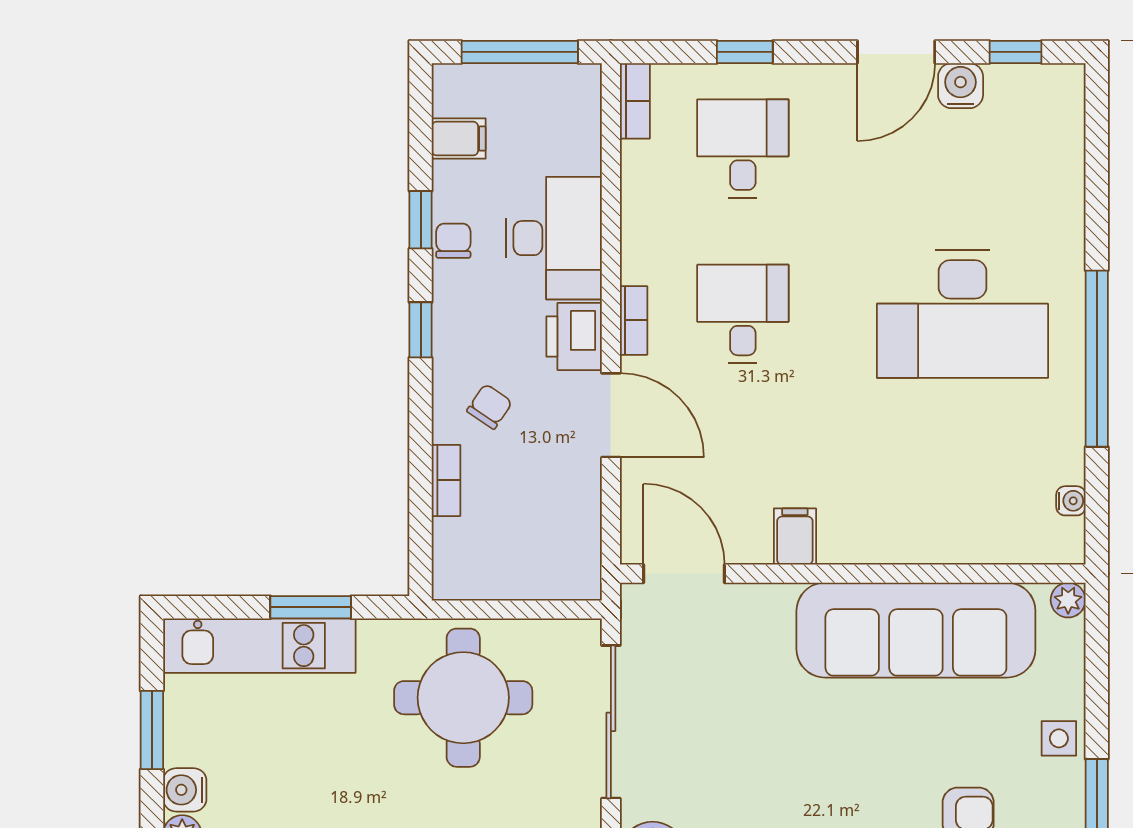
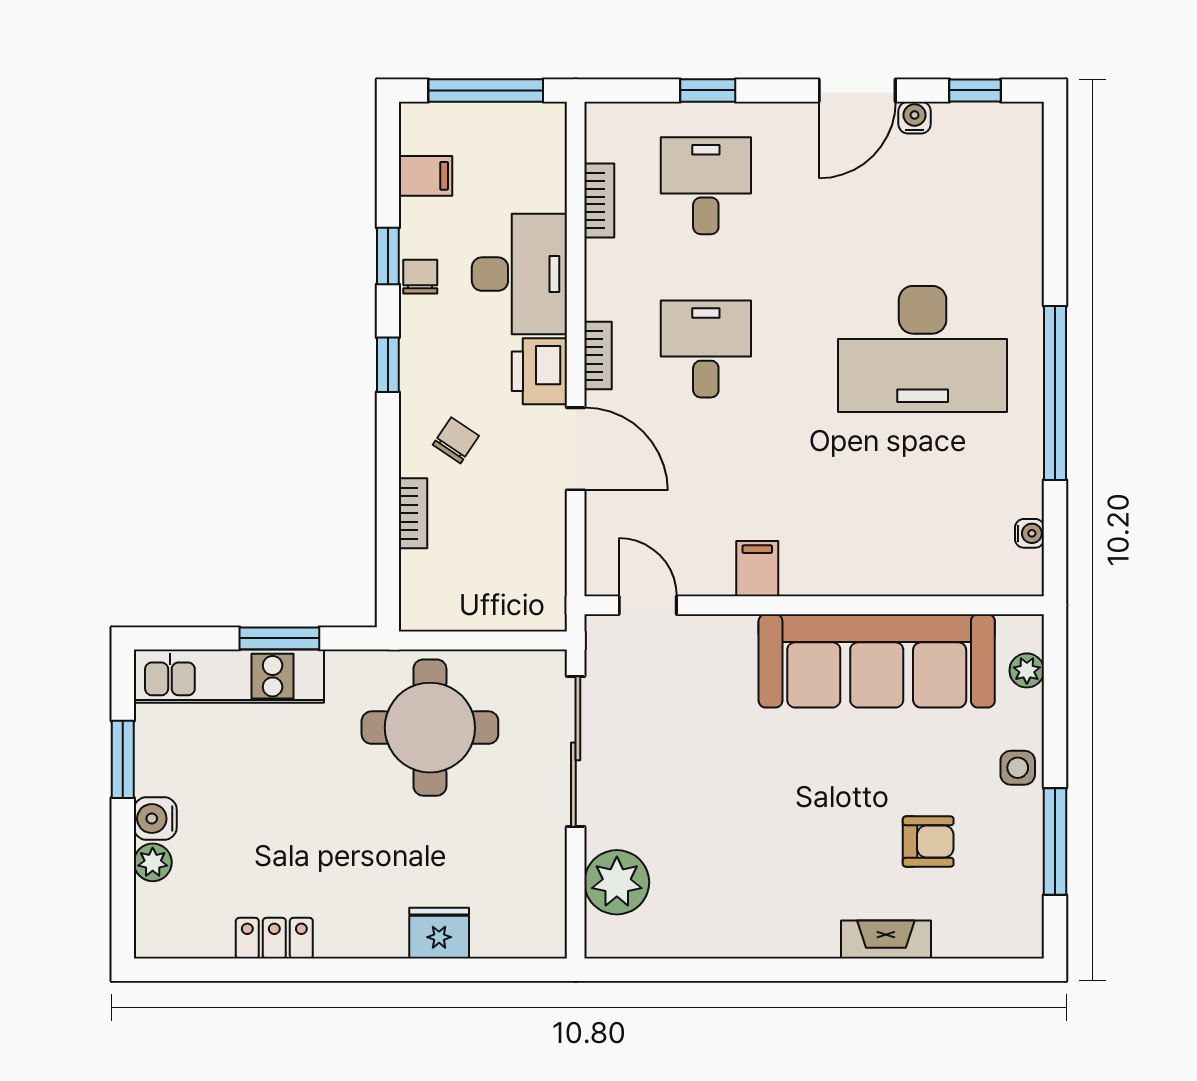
water cooler: (961, 86) -> (915, 118), width x0.72, depth x0.72
bookcase: (635, 101) -> (599, 200), moved
door: (684, 574) -> (648, 605), width x0.73
plant: (1068, 600) -> (1027, 670), moved

